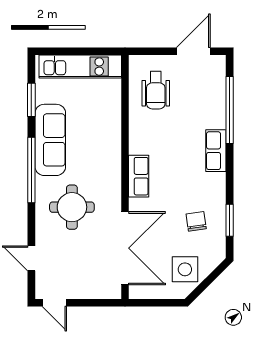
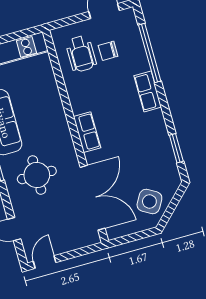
chair: (196, 221) -> (108, 51), moved, turned -82
side table: (185, 269) -> (149, 202), turned 30
door: (54, 303) -> (45, 262), swing flipped

